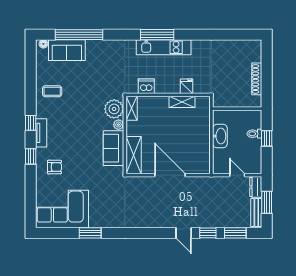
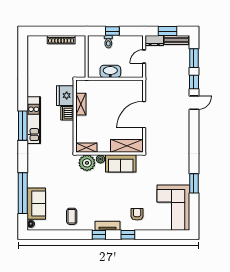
dishwasher: (146, 86) -> (67, 113), moved
fridge: (187, 86) -> (65, 96), width x1.88, depth x1.34

